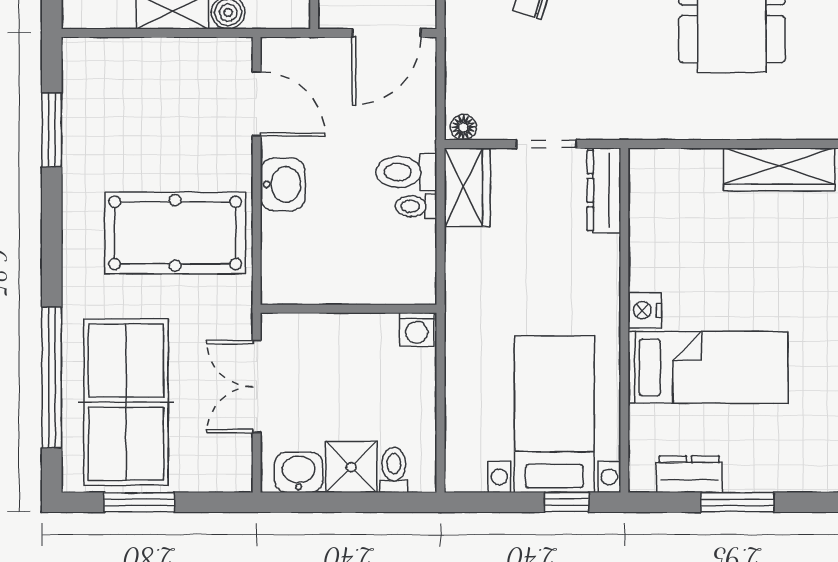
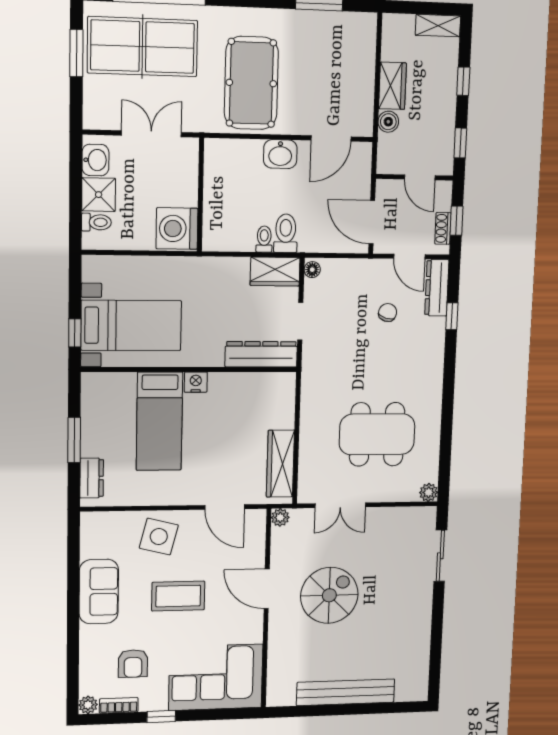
dresser: (604, 190) -> (261, 354), width x1.37, depth x1.24
washing machine: (417, 330) -> (177, 229), width x1.89, depth x1.89
dresser: (689, 474) -> (92, 478), moved

